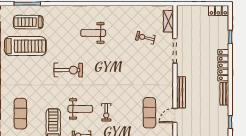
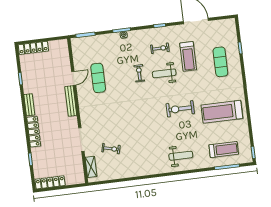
locker: (218, 10) -> (50, 182), width x1.53
weight bench: (93, 33) -> (181, 156), moved
treadmill: (25, 46) -> (222, 112), moved

